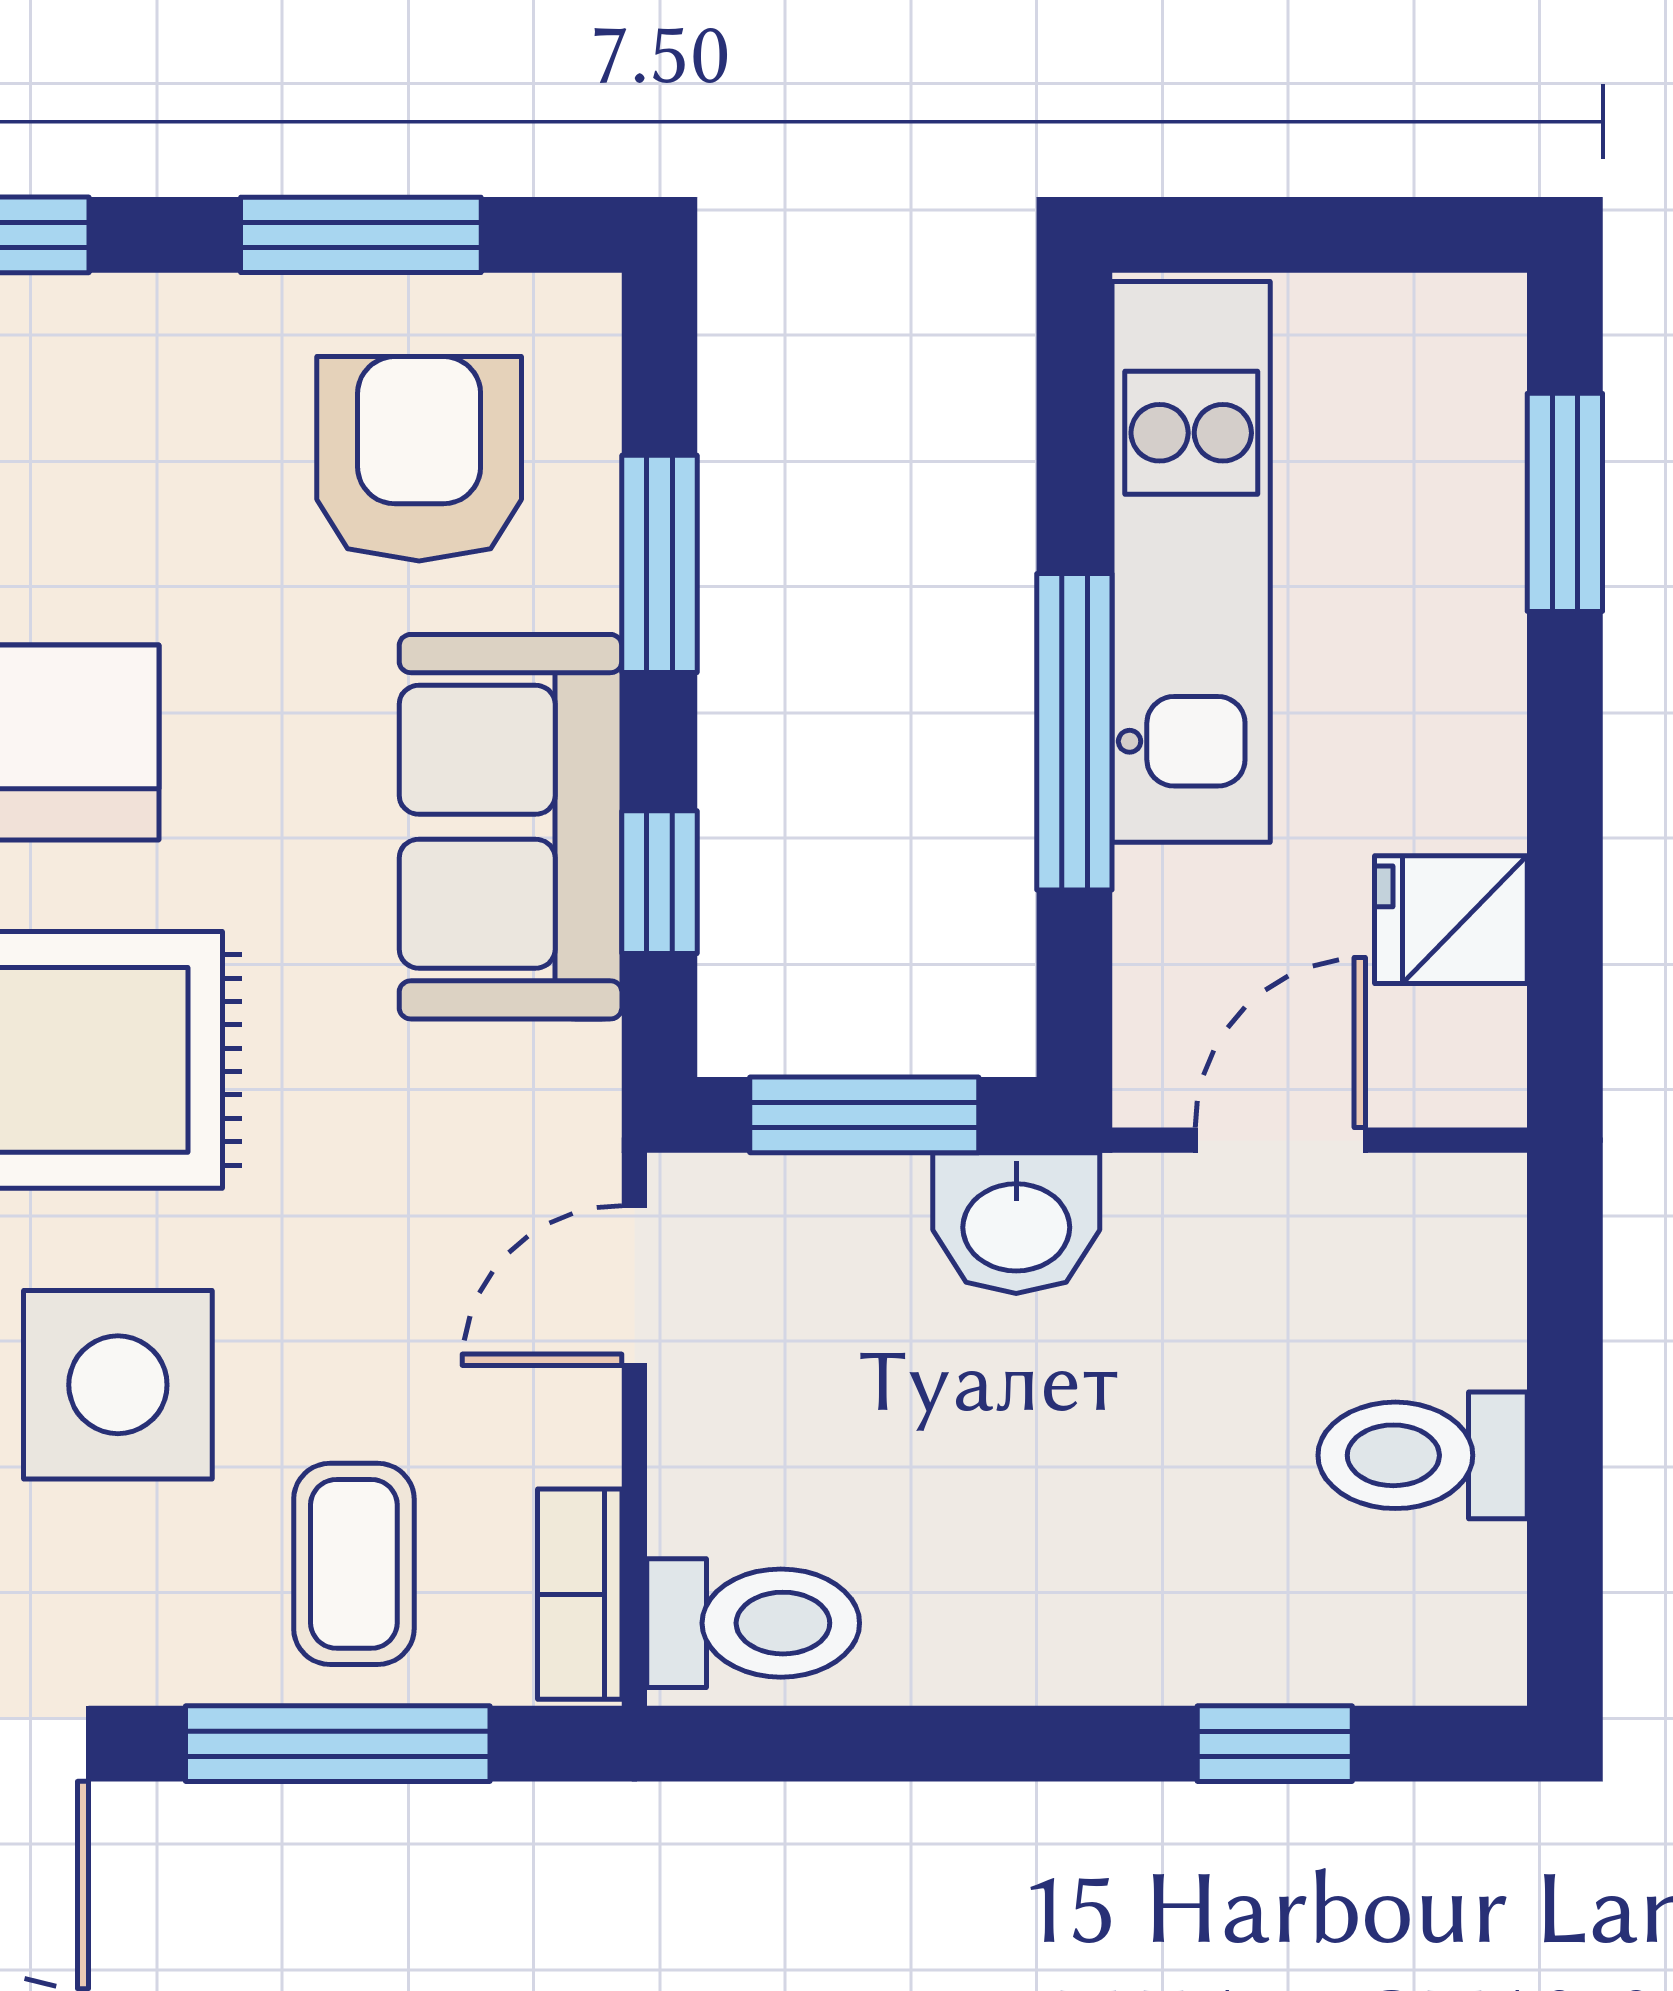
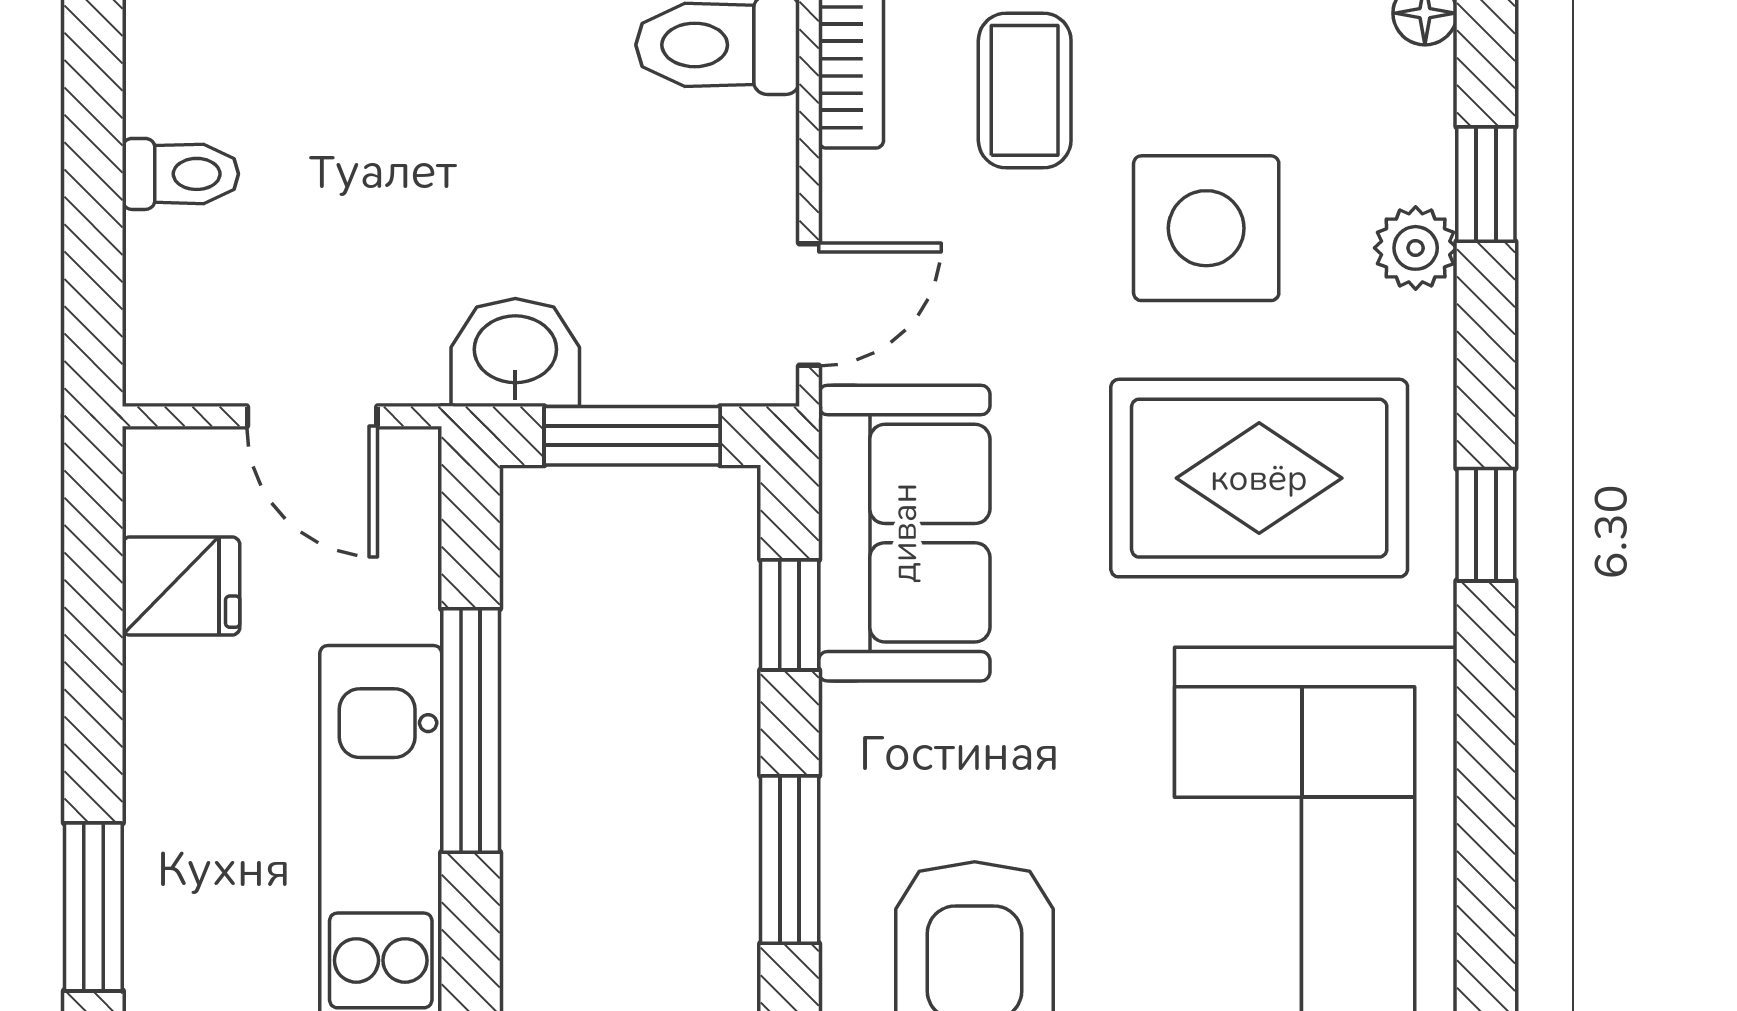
sofa: (511, 827) -> (904, 533), moved
door: (1280, 1140) -> (312, 416), hinge flipped
toilet: (1423, 1455) -> (180, 174), width x0.73, depth x0.72

